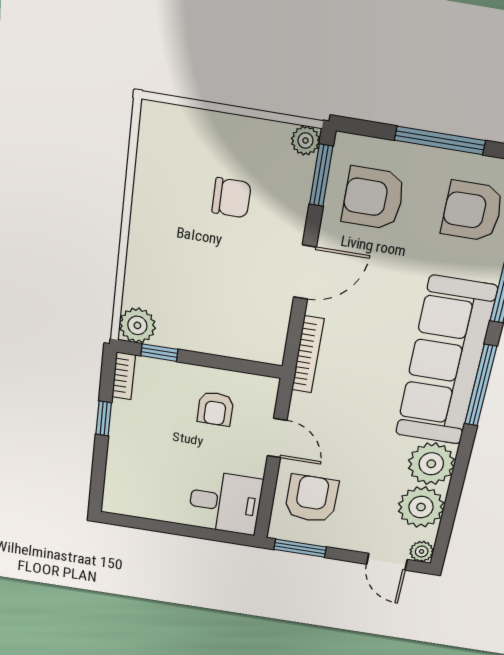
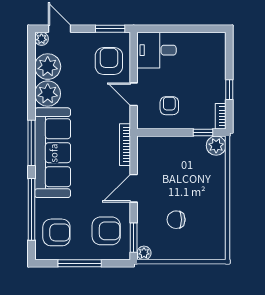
armchair: (311, 499) -> (109, 61), turned 180

